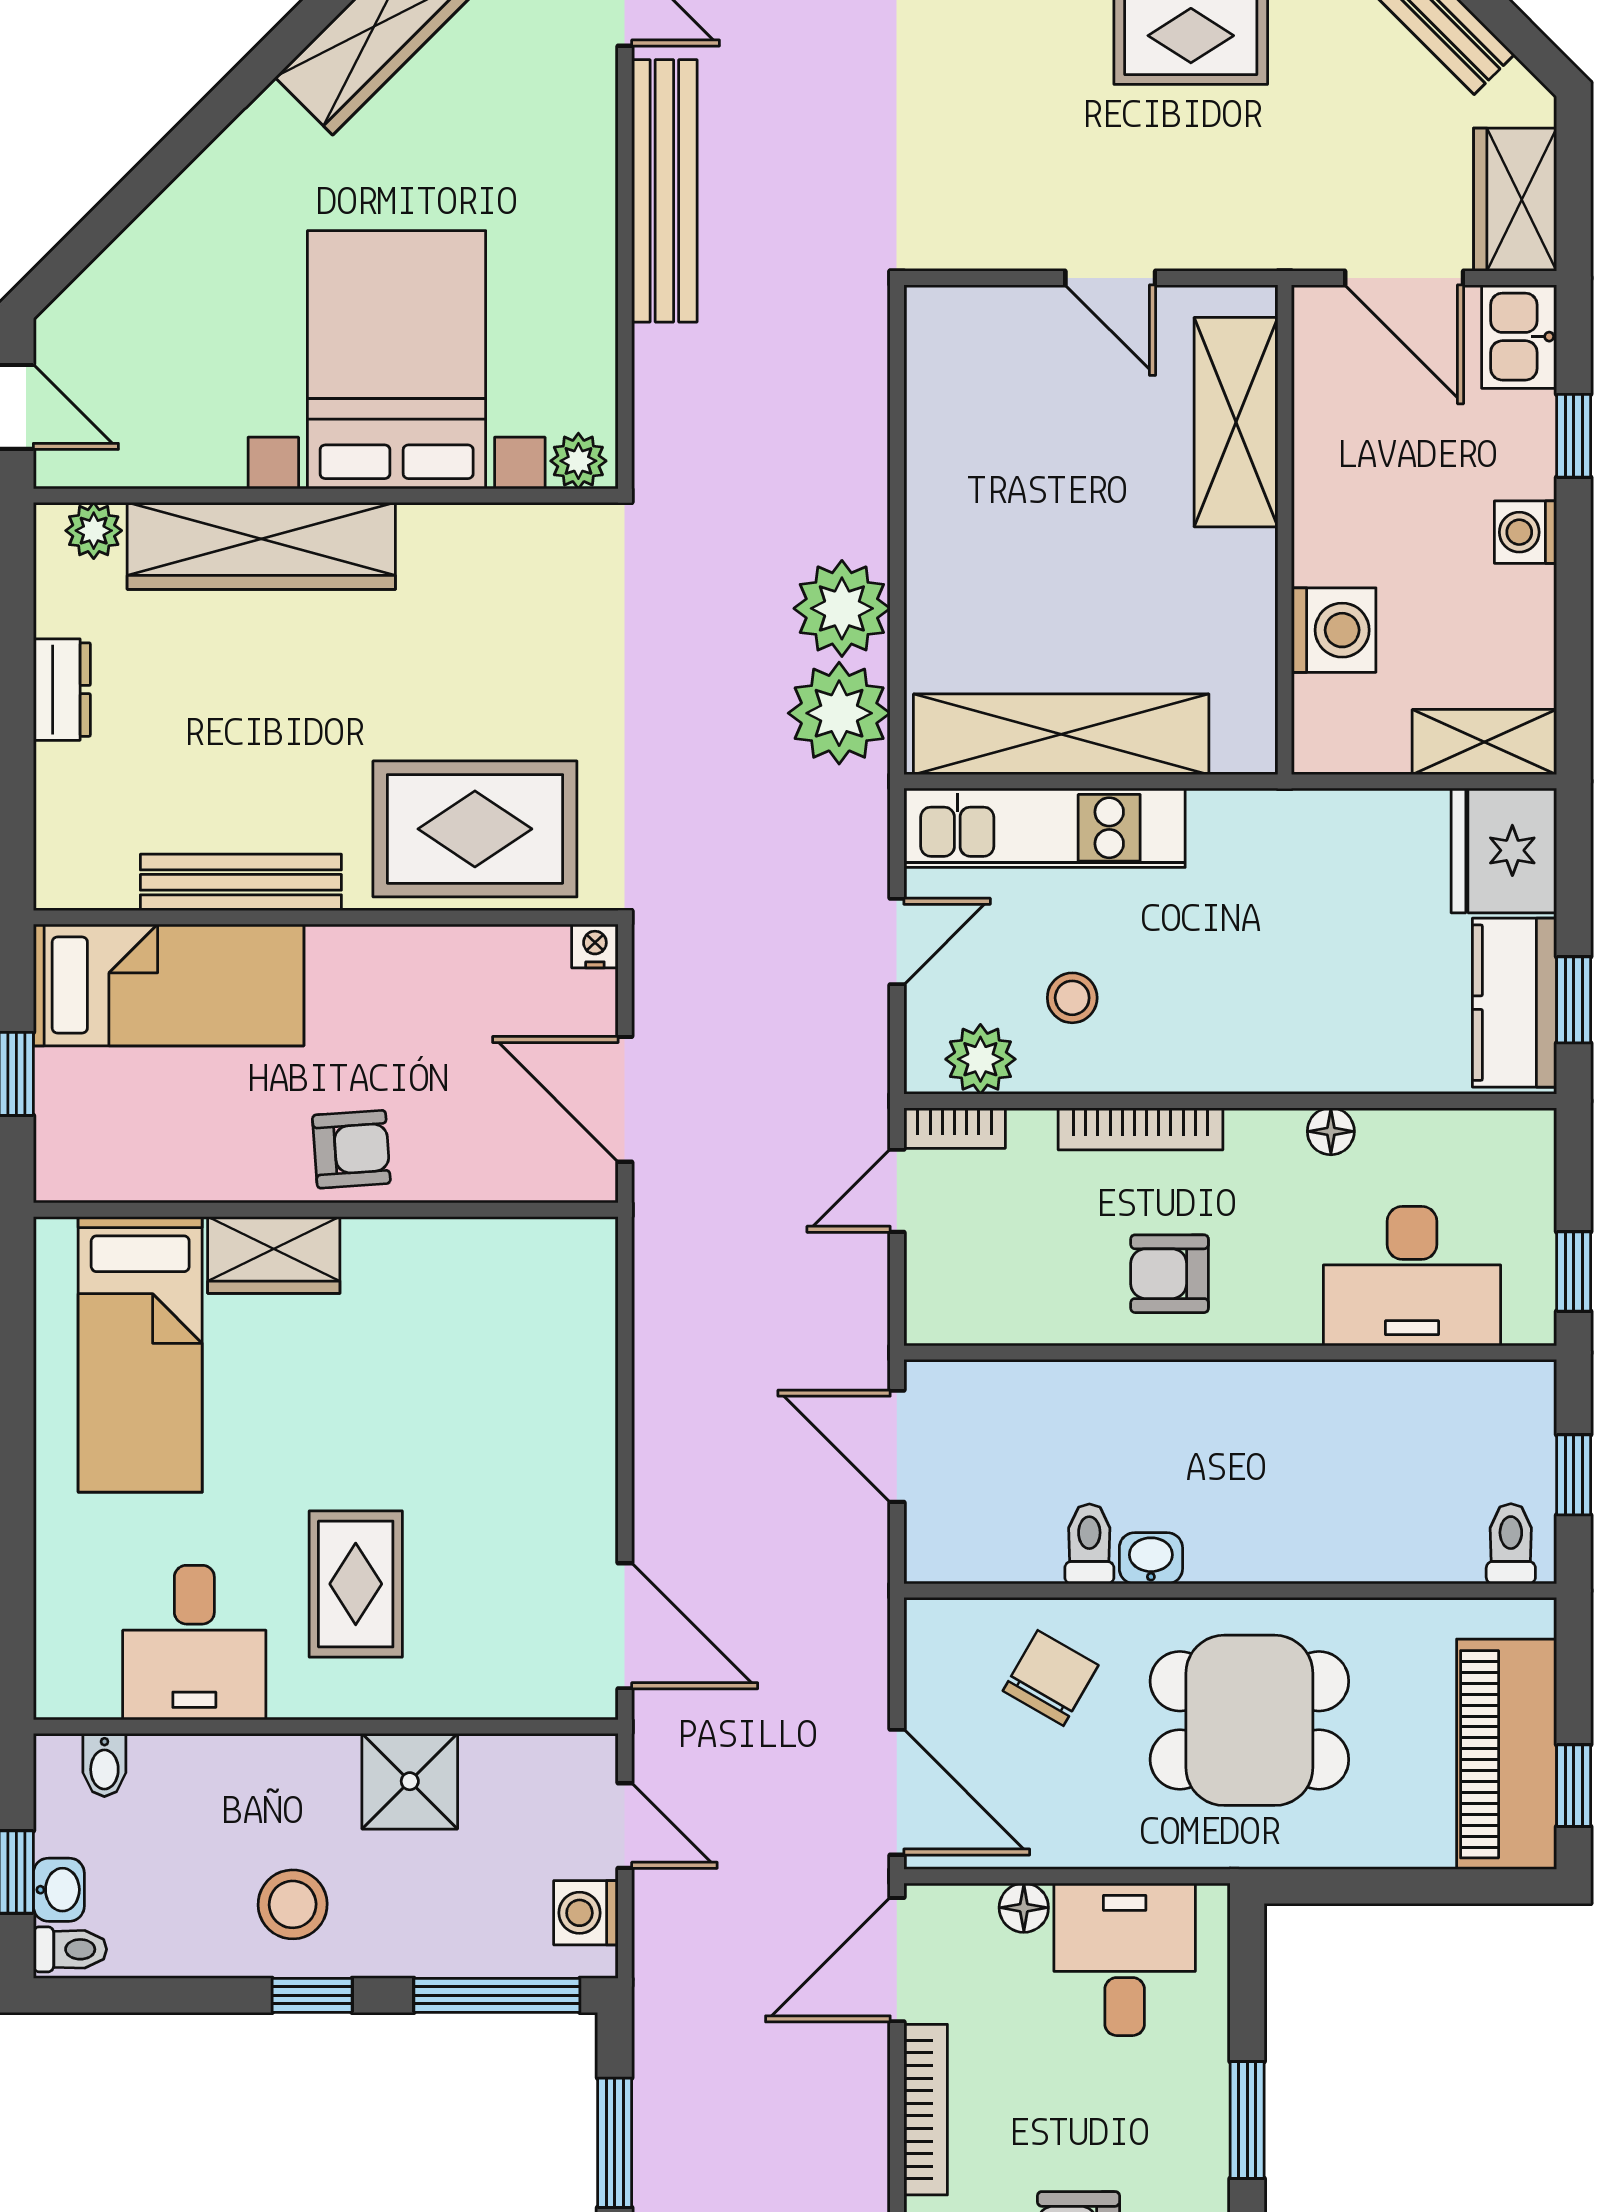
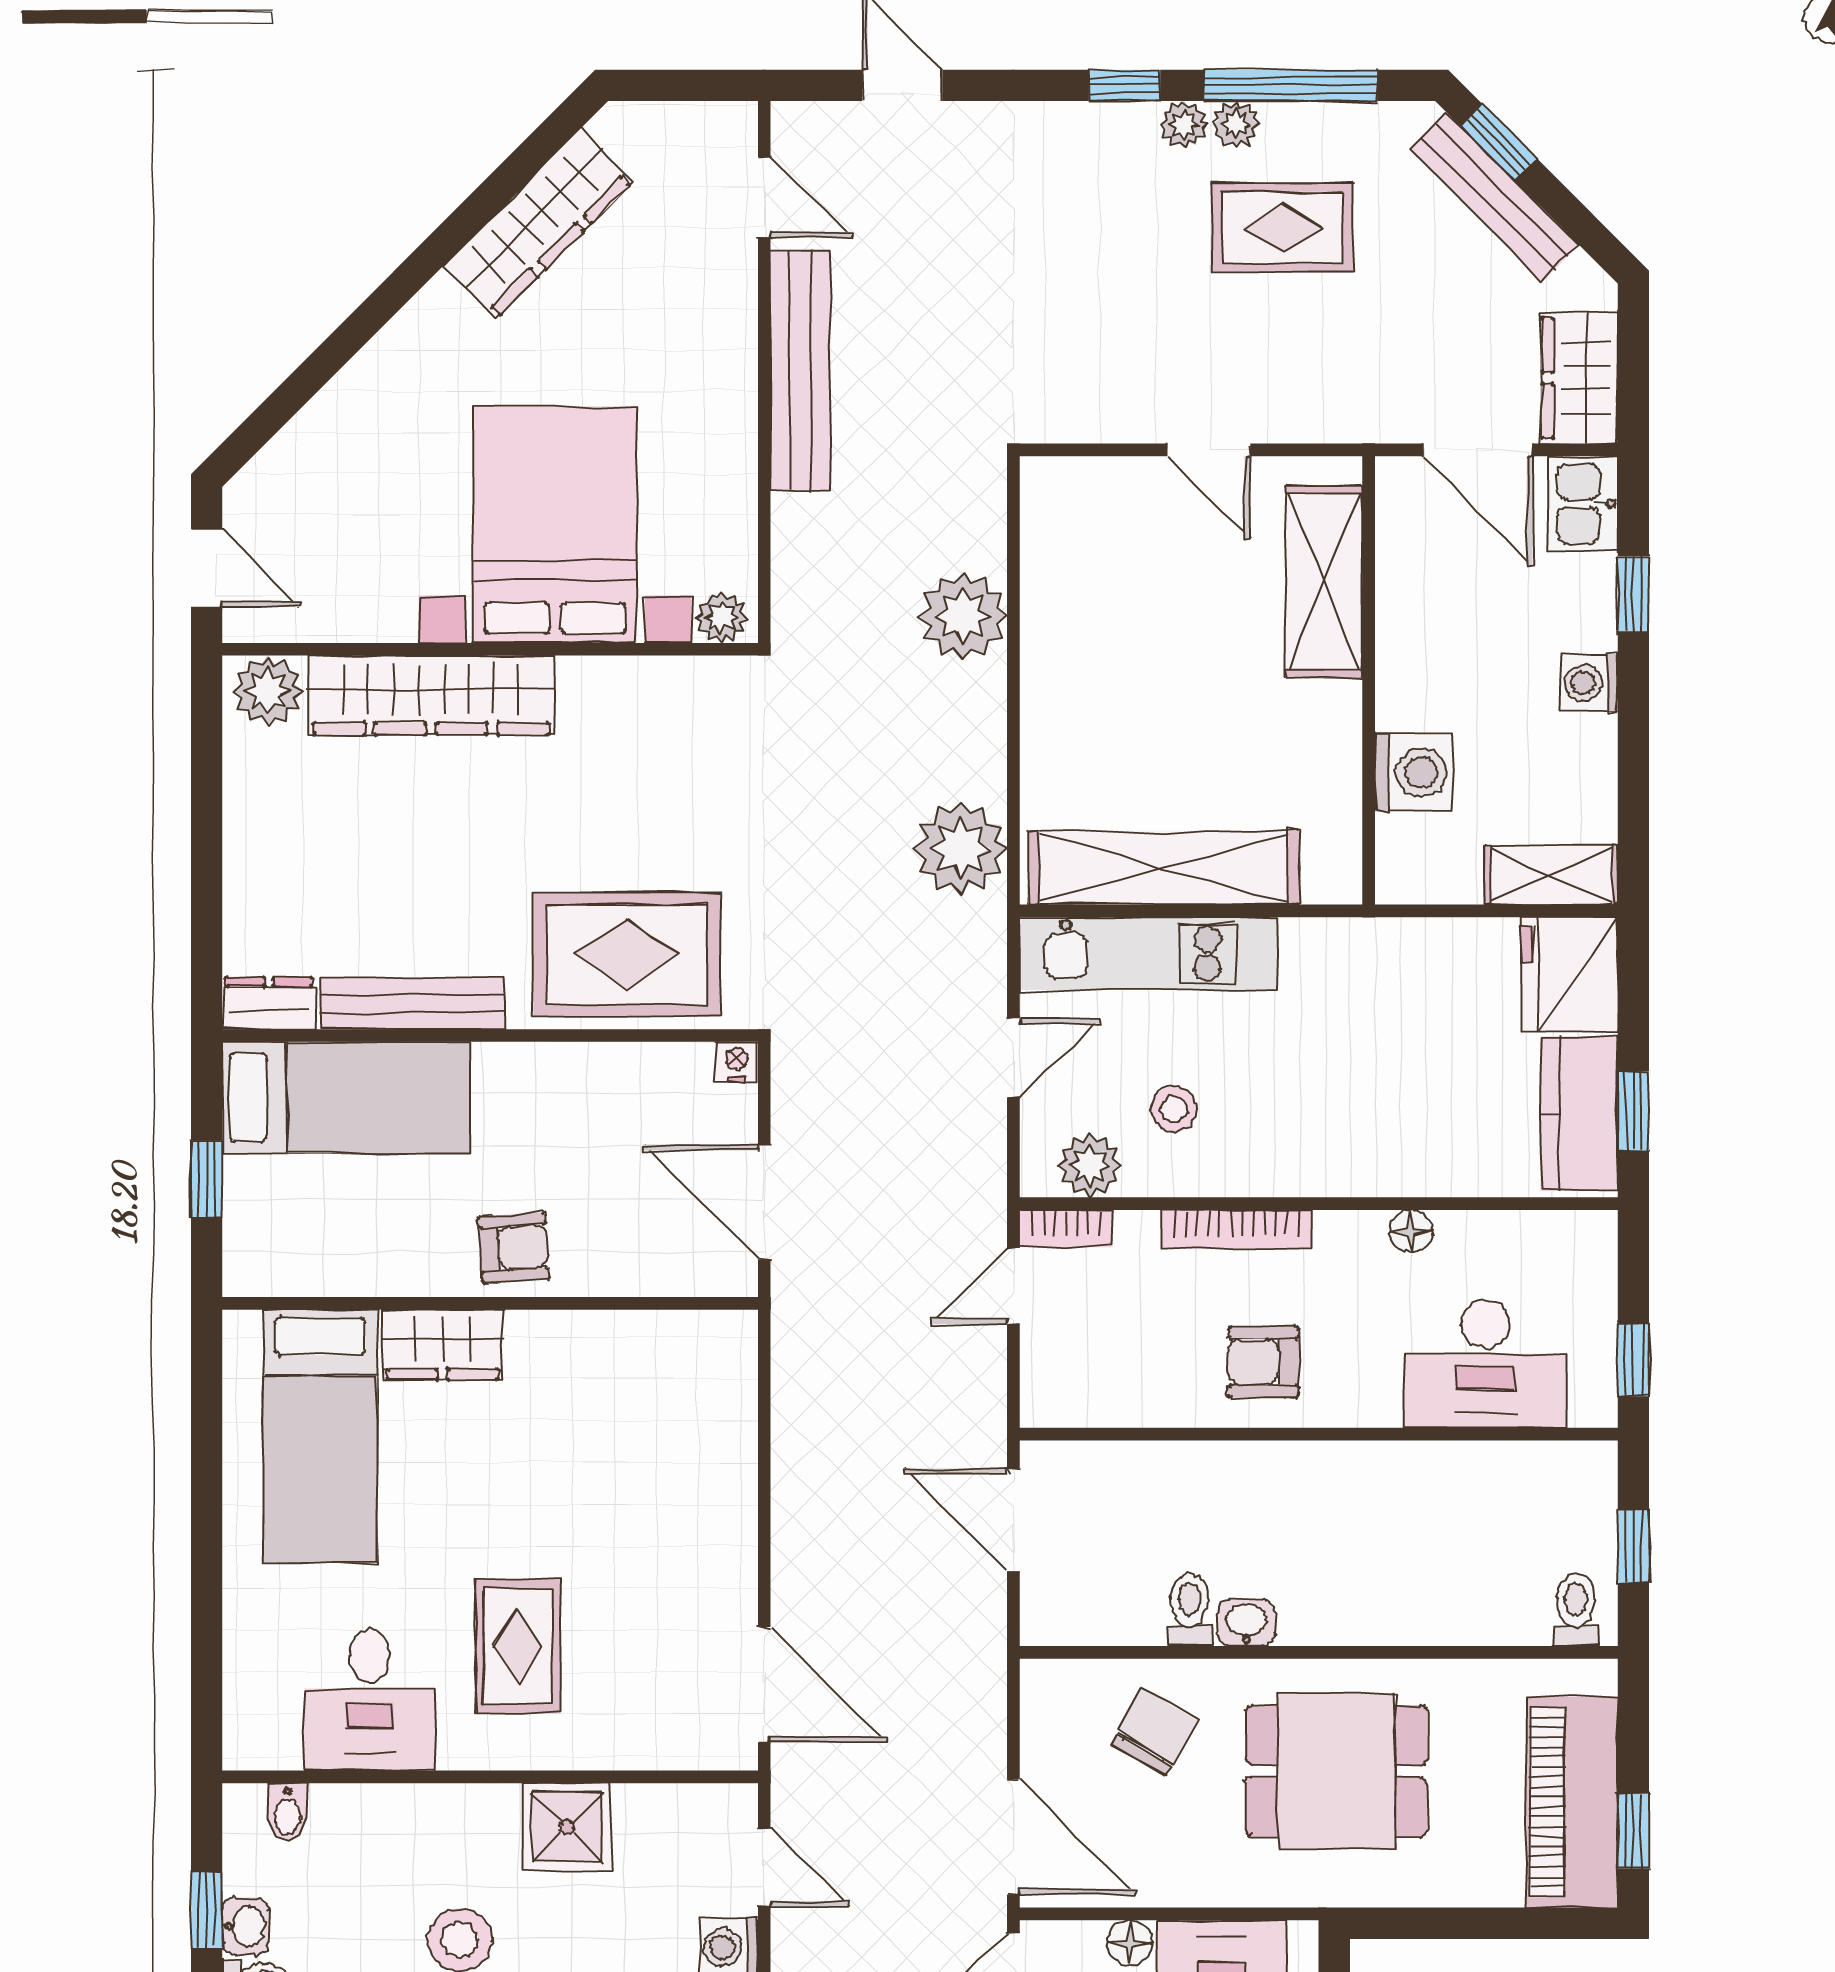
plant: (94, 531) -> (268, 691), width x1.38, depth x1.38
plant: (842, 608) -> (963, 616), moved
dresser: (62, 690) -> (269, 1003), moved, turned -90

